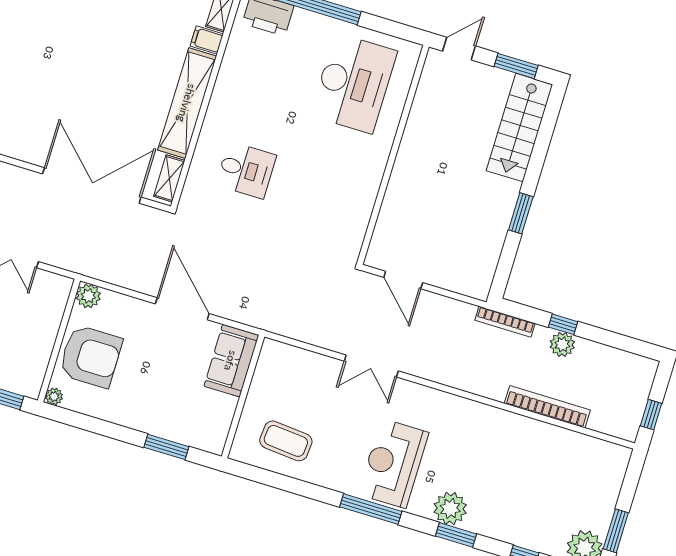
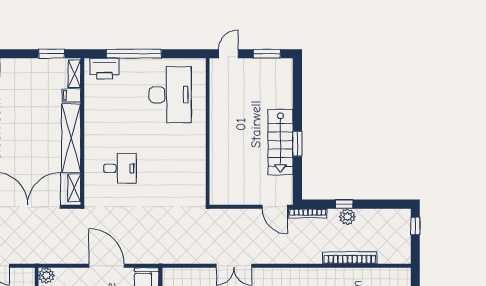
stairs: (520, 128) -> (280, 142), moved
door: (403, 280) -> (275, 207), moved
window: (651, 415) -> (415, 226), moved

